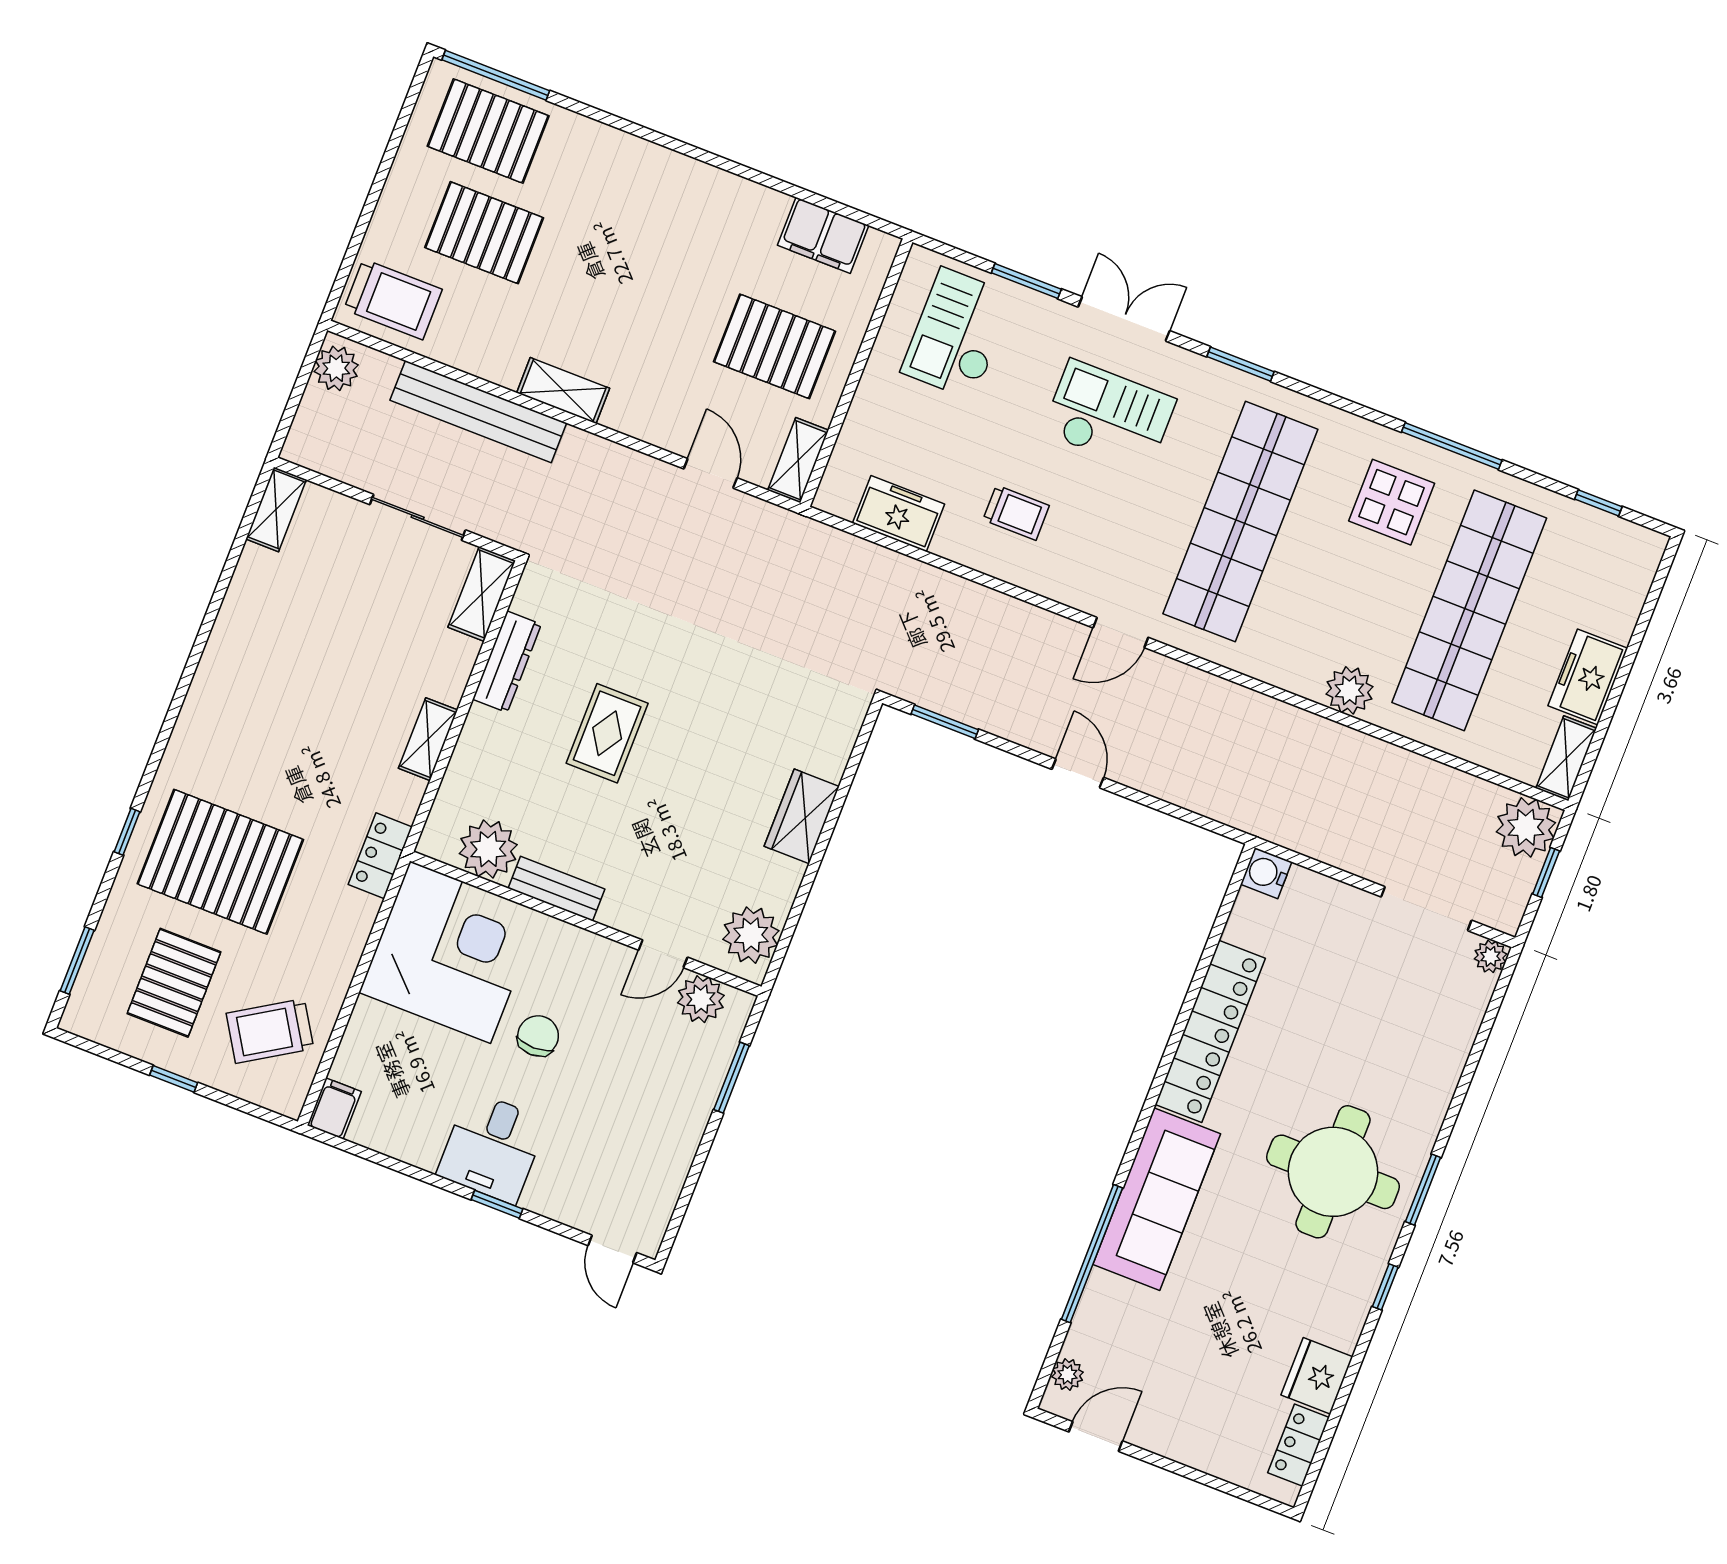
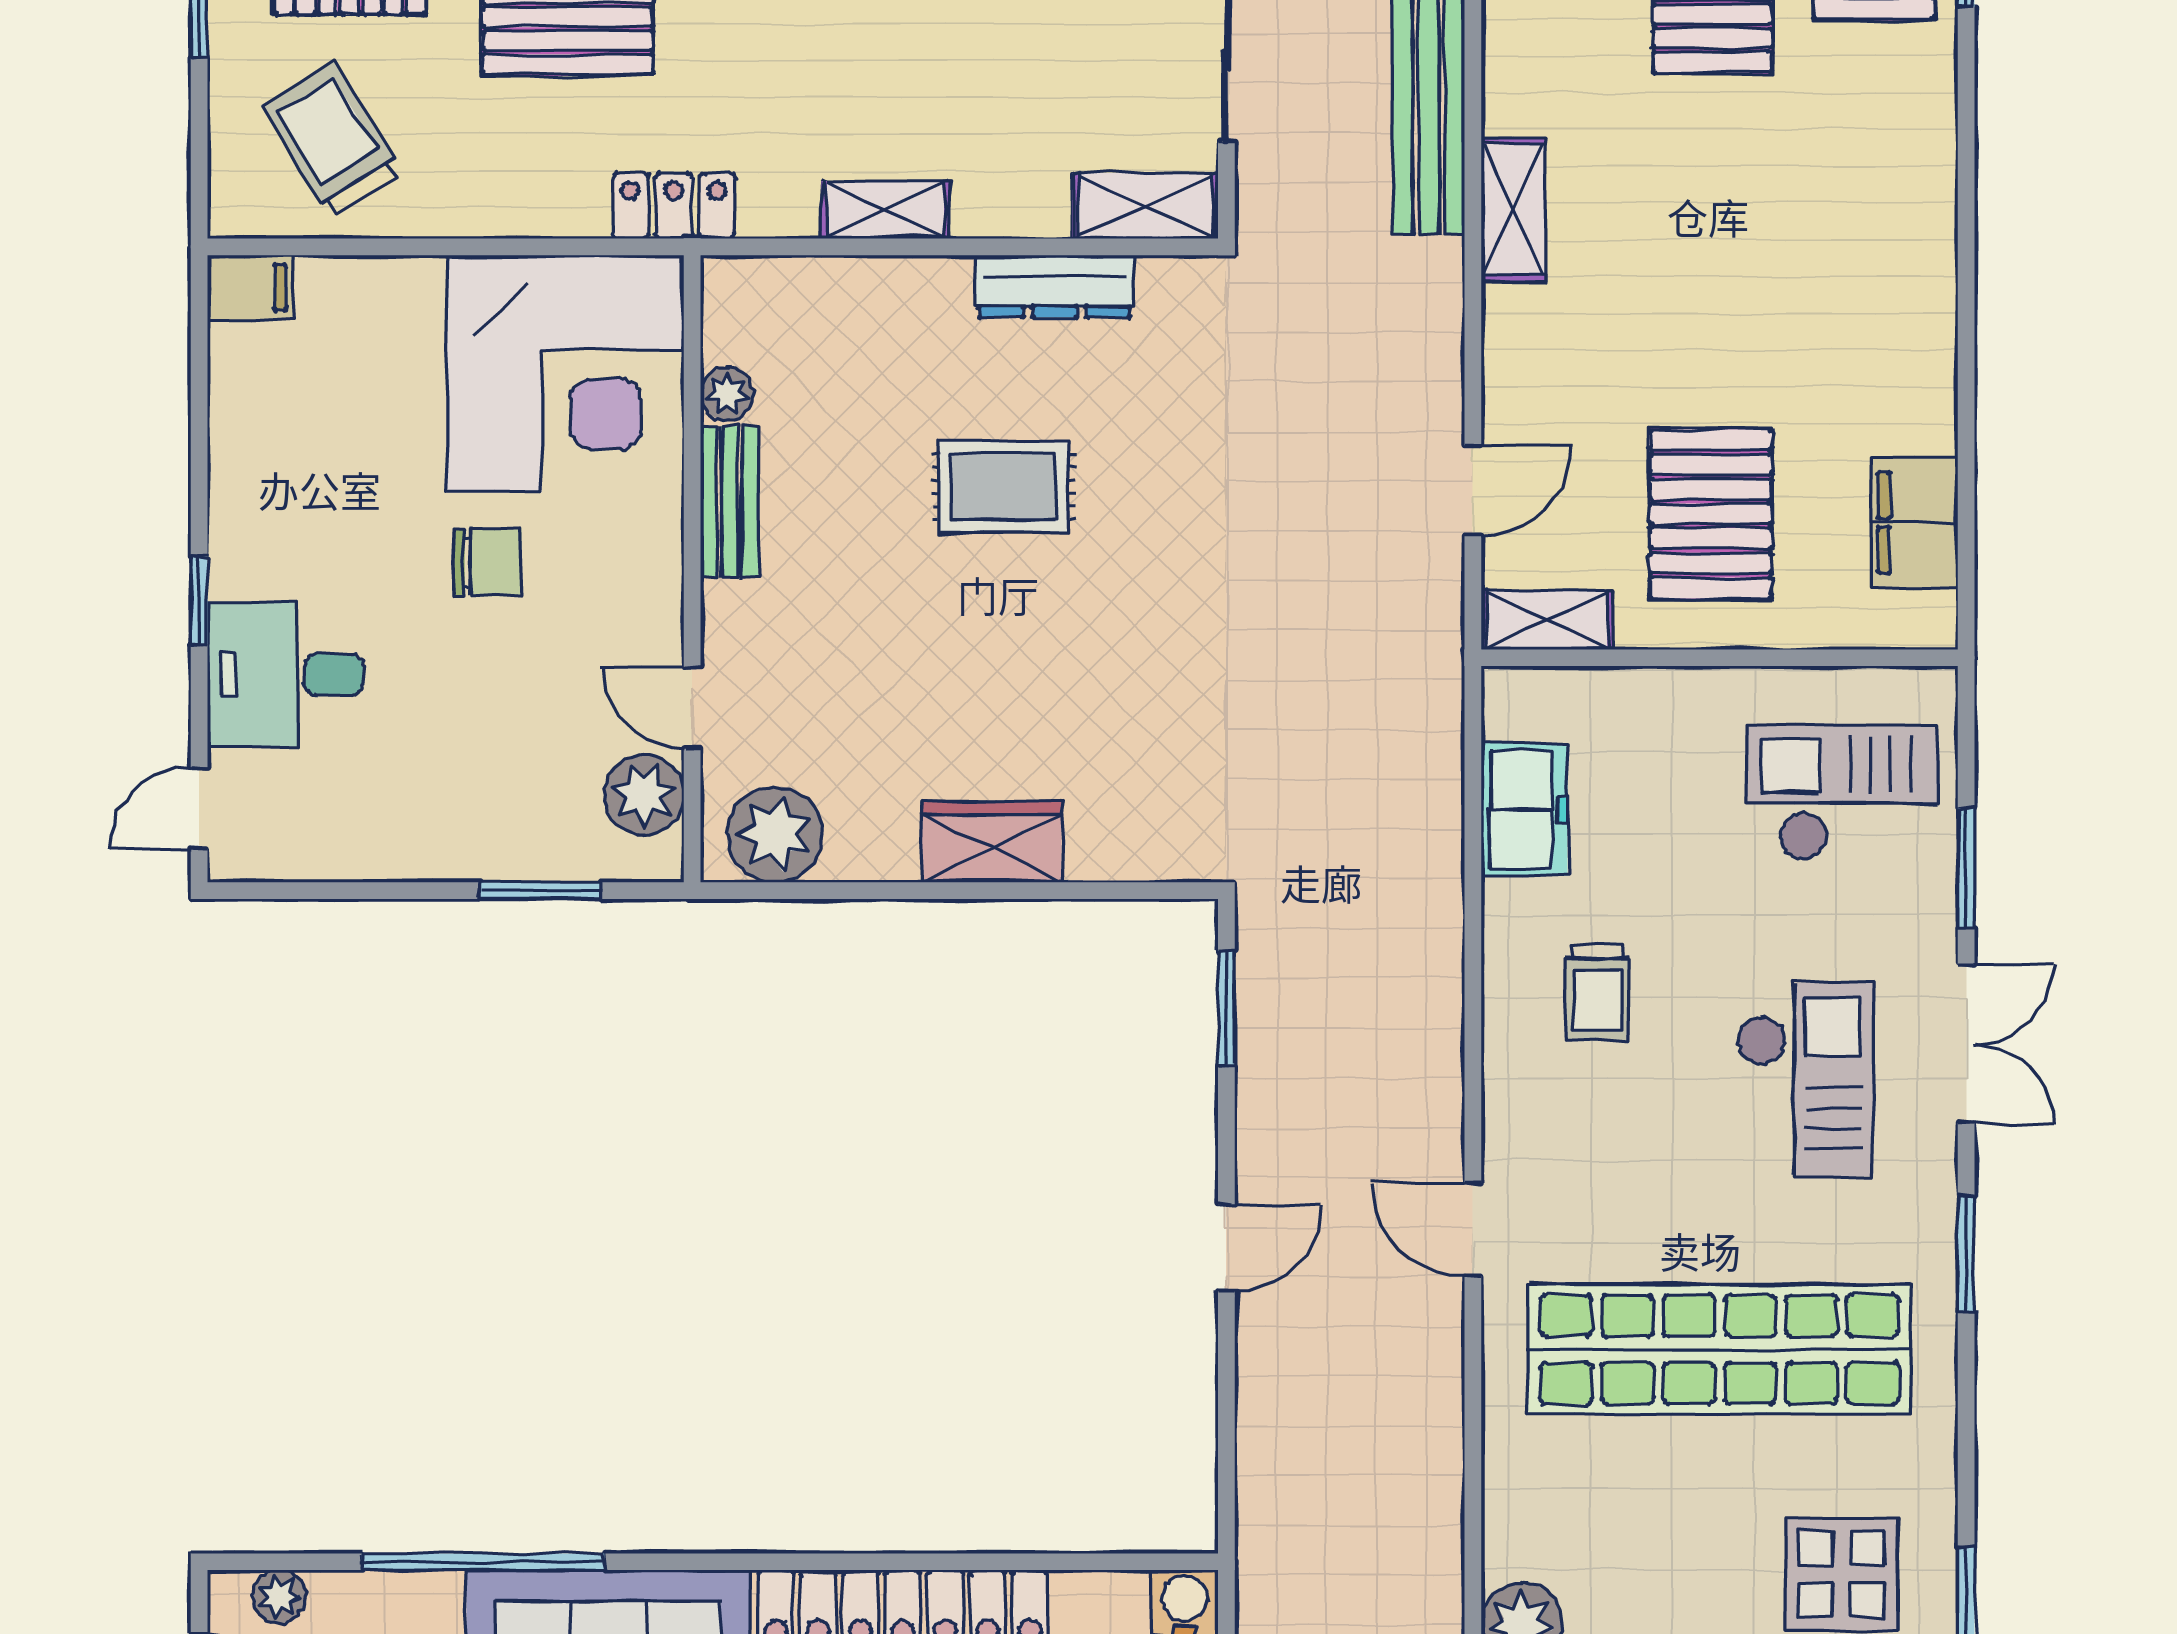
plant: (488, 849) -> (727, 394), width x0.53, depth x0.53
desk: (492, 1147) -> (285, 674), moved

